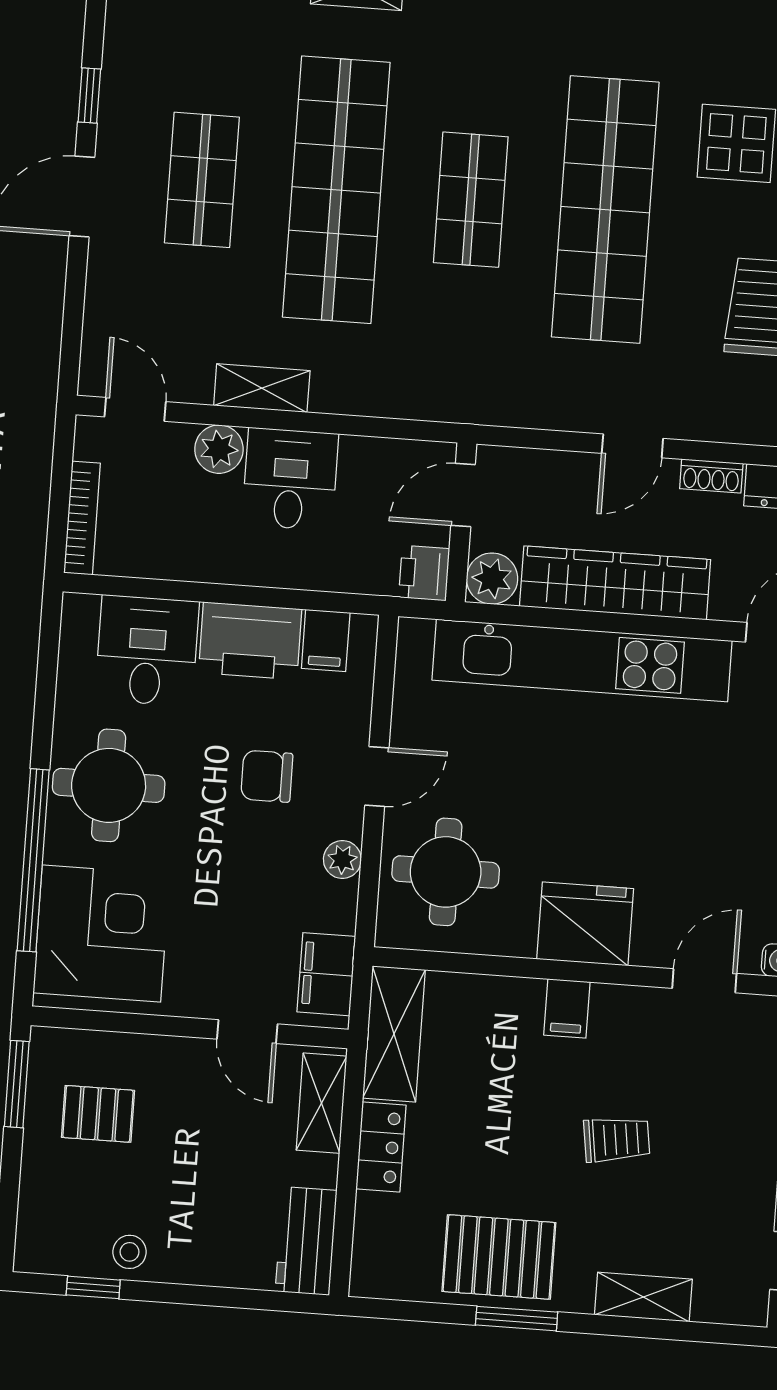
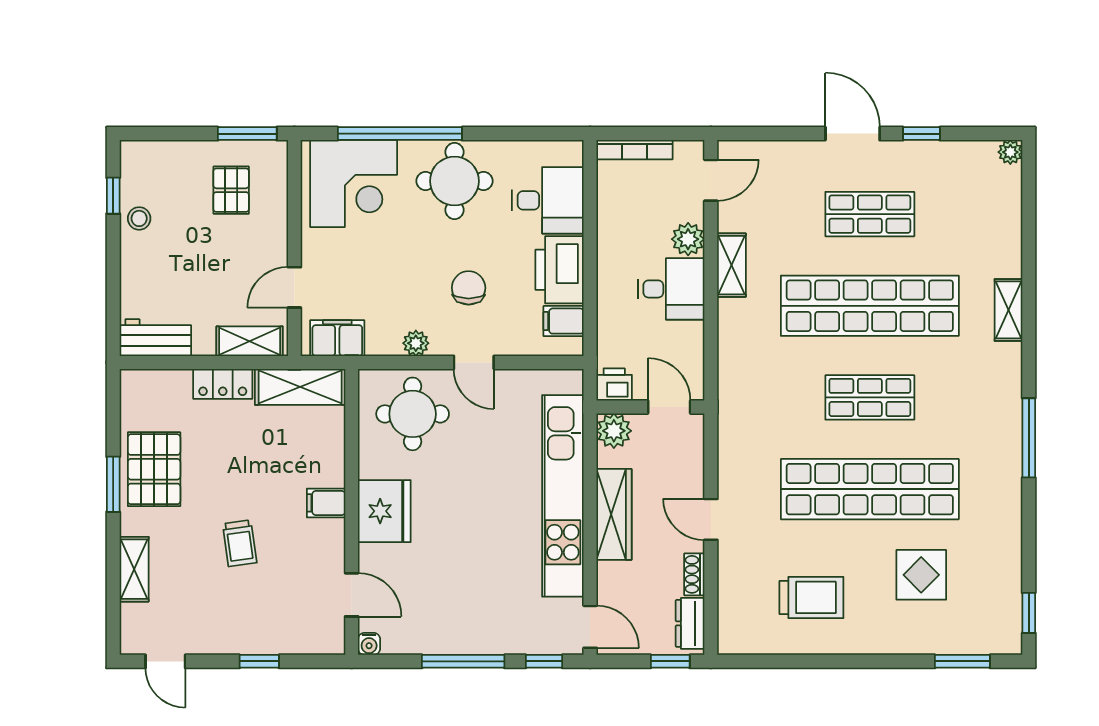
wardrobe: (615, 583) -> (614, 514), width x0.71, depth x0.85

